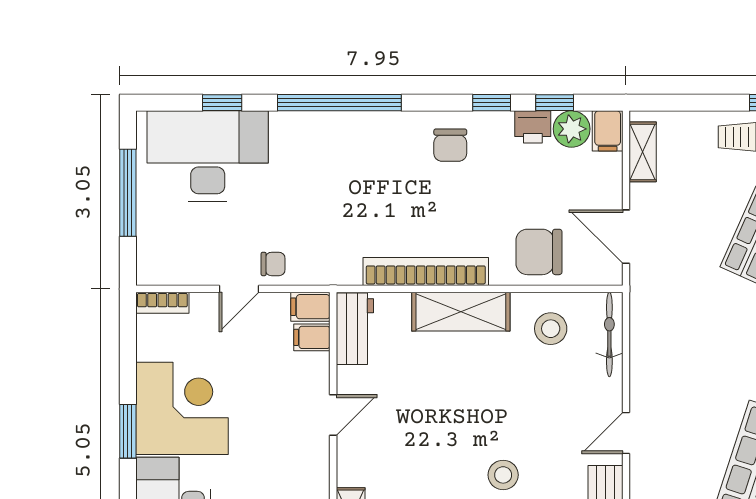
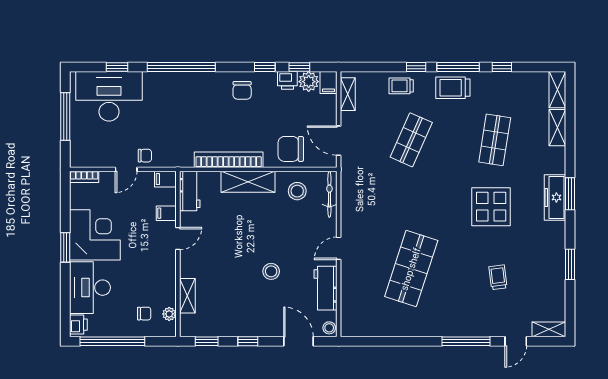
filing cabinet: (312, 337) -> (166, 213), moved

